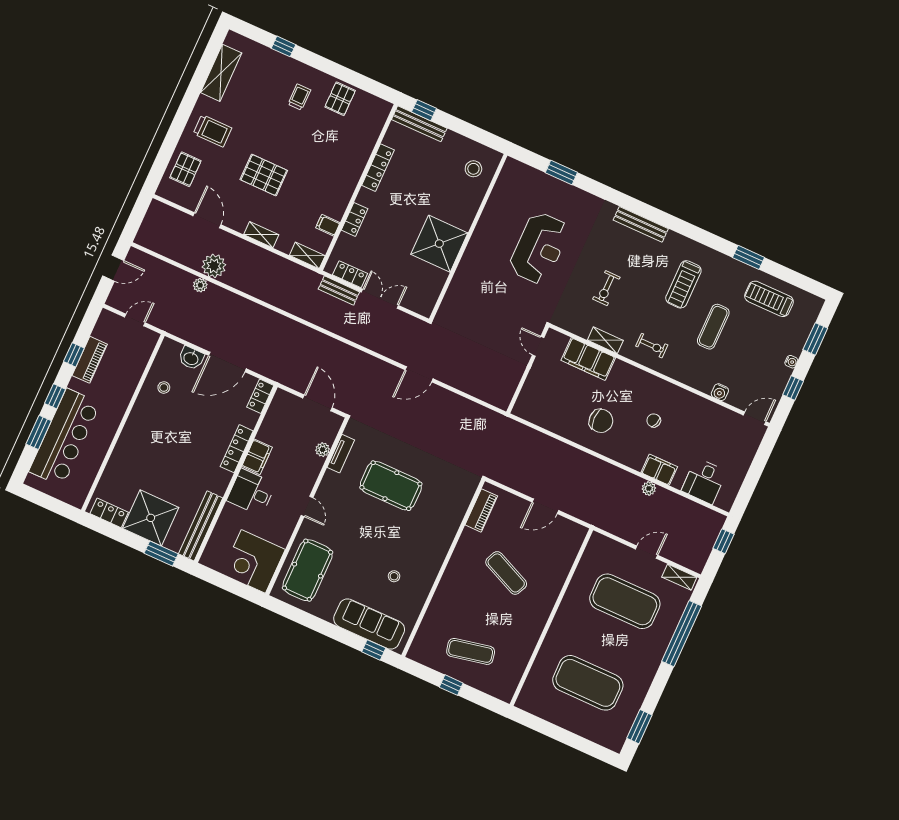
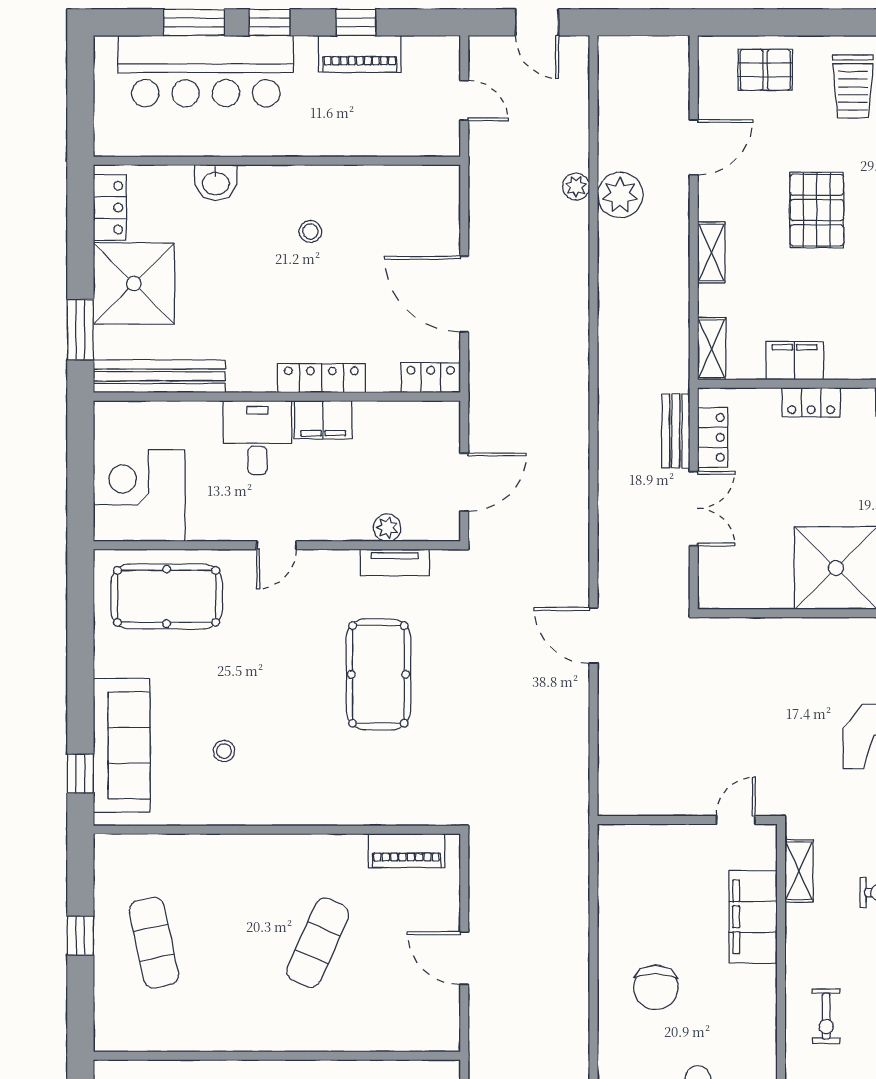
filing cabinet: (328, 225) -> (795, 361), width x2.00
shelving: (605, 340) -> (799, 871), moved
washbasin: (191, 358) -> (216, 182), moved, turned -90
stool: (164, 387) -> (310, 231), moved

